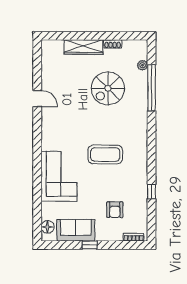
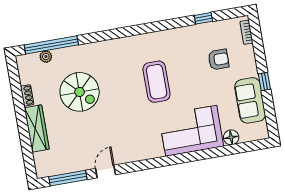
window: (37, 66) -> (68, 178), added
window: (152, 88) -> (51, 45), moved
window: (152, 192) -> (203, 18), moved
floor lamp: (48, 227) -> (231, 137), moved

